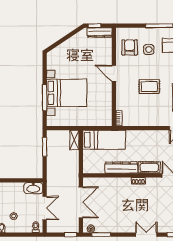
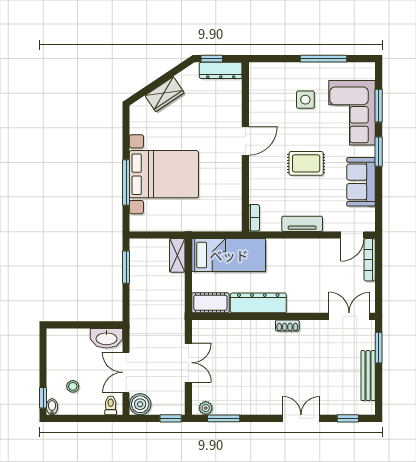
wardrobe: (67, 46) -> (165, 94), added
armchair: (130, 47) -> (272, 96), removed
door: (114, 73) -> (245, 141), swing flipped
tv unit: (147, 122) -> (302, 224), added
cot: (149, 167) -> (210, 303), moved
double door: (81, 202) -> (188, 363), width x0.73
double door: (45, 208) -> (126, 372), swing flipped
boiler: (53, 226) -> (140, 404), added

